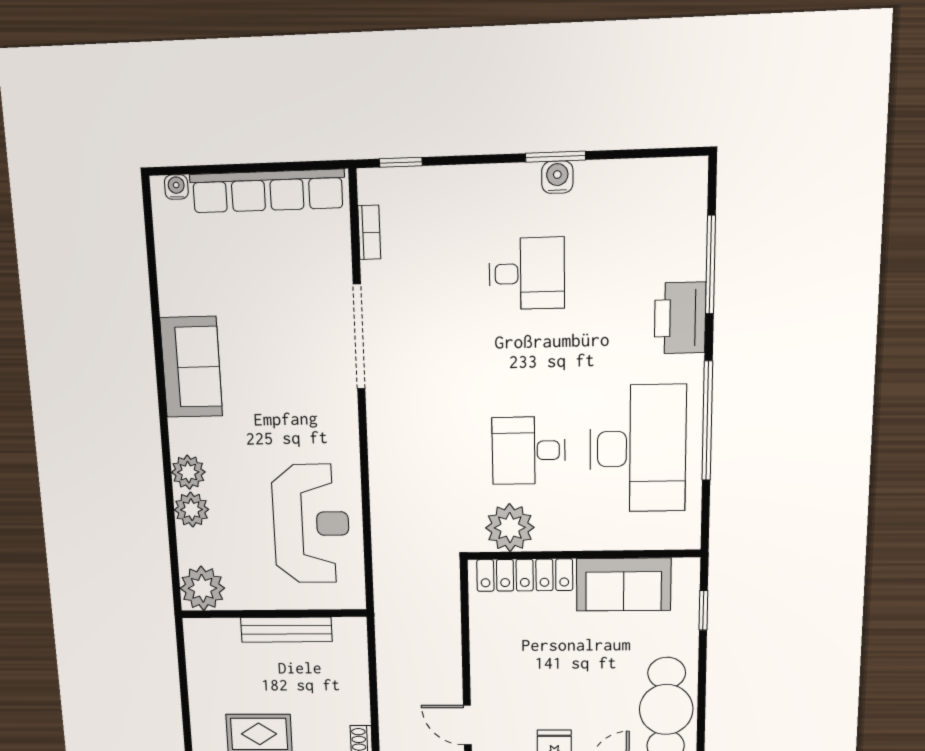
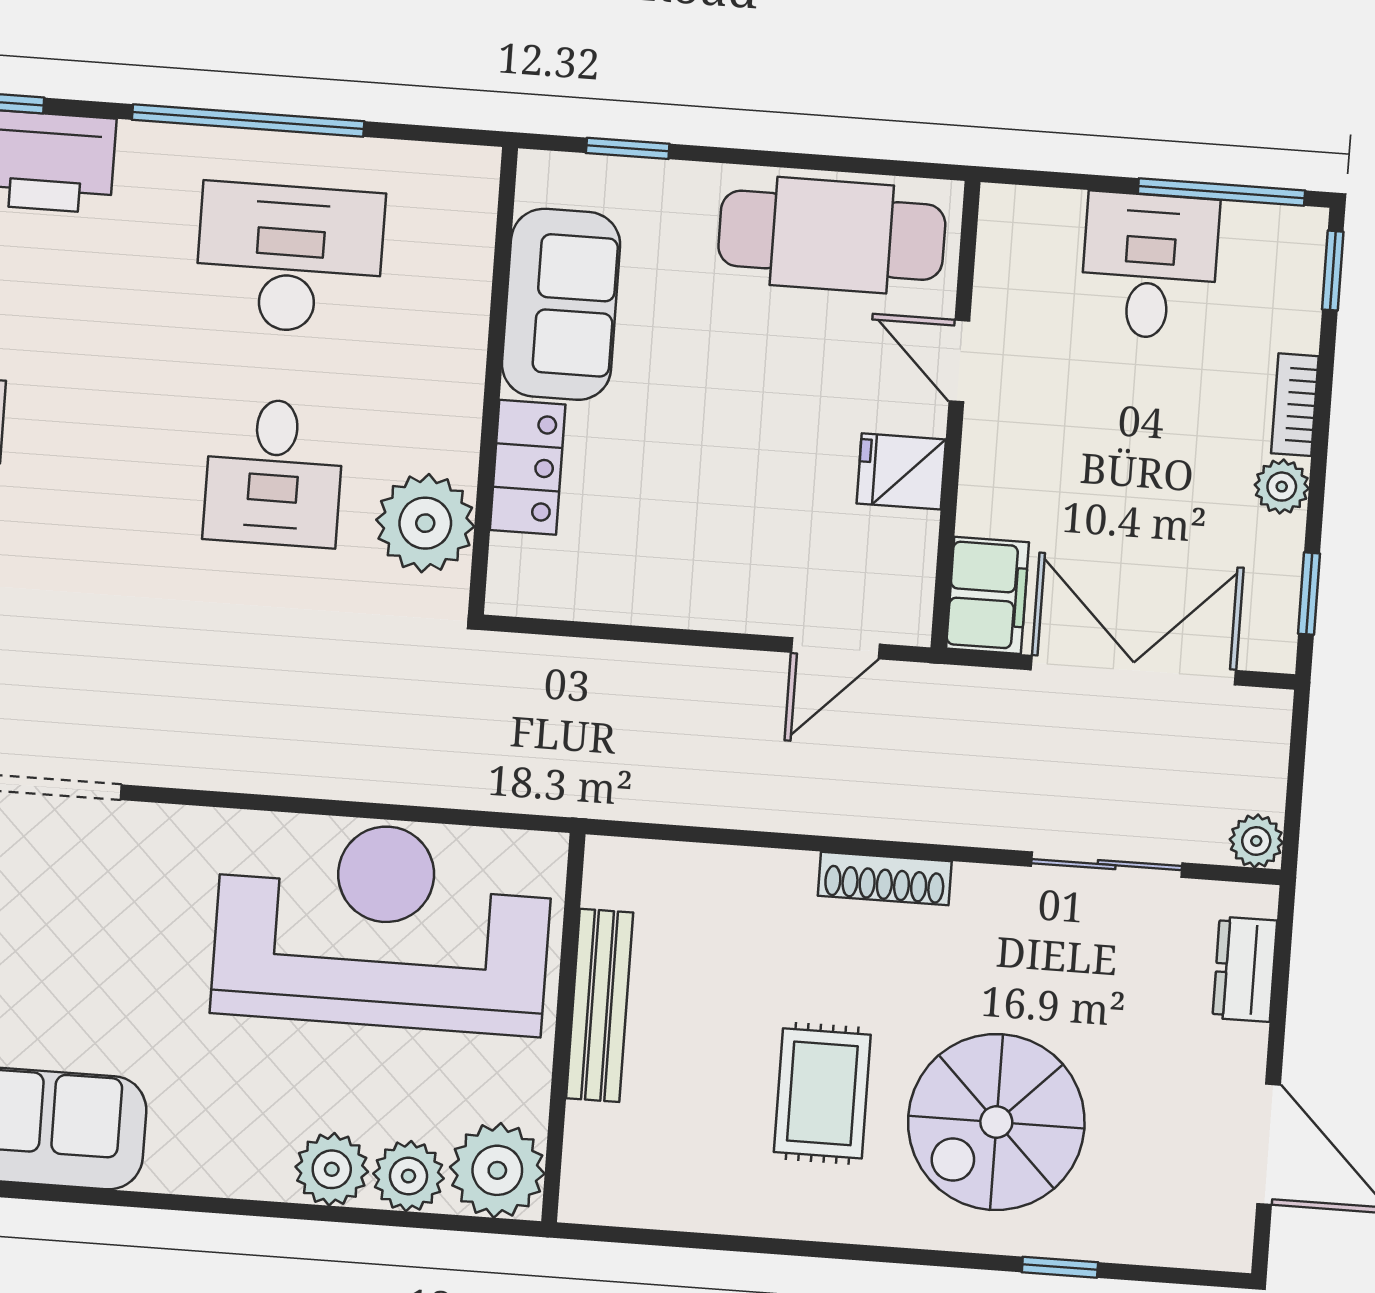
desk: (638, 449) -> (290, 258), width x0.73, depth x0.77
plant: (188, 472) -> (409, 1176), moved
reception desk: (311, 524) -> (382, 926), width x1.36, depth x1.30
locker: (525, 575) -> (528, 467), width x0.66

